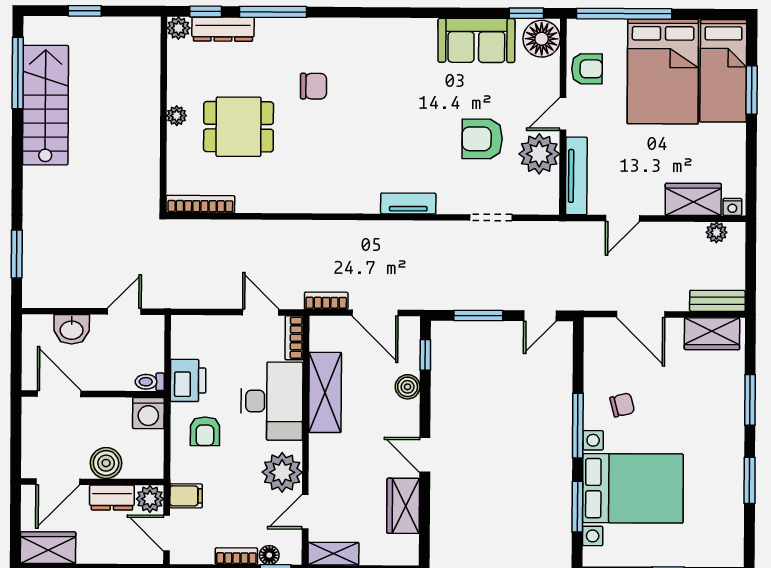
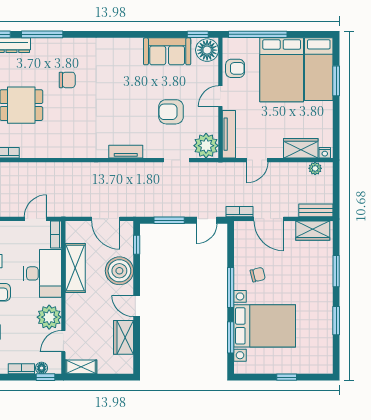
plant: (539, 154) -> (206, 146), moved
bookcase: (326, 301) -> (239, 212), moved
door: (261, 312) -> (35, 219), hinge flipped
boiler: (408, 387) -> (119, 271), width x1.86, depth x1.86

